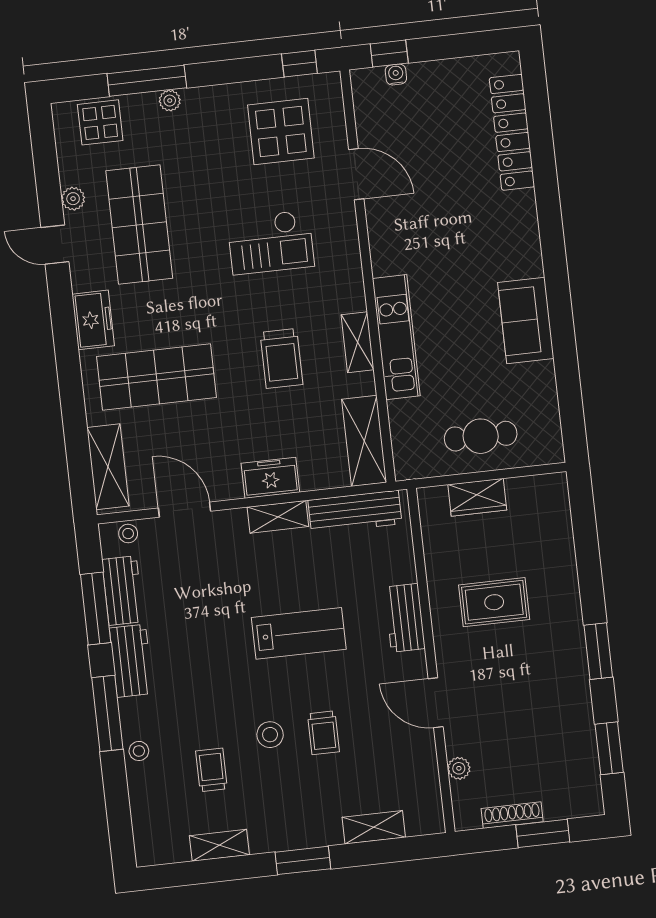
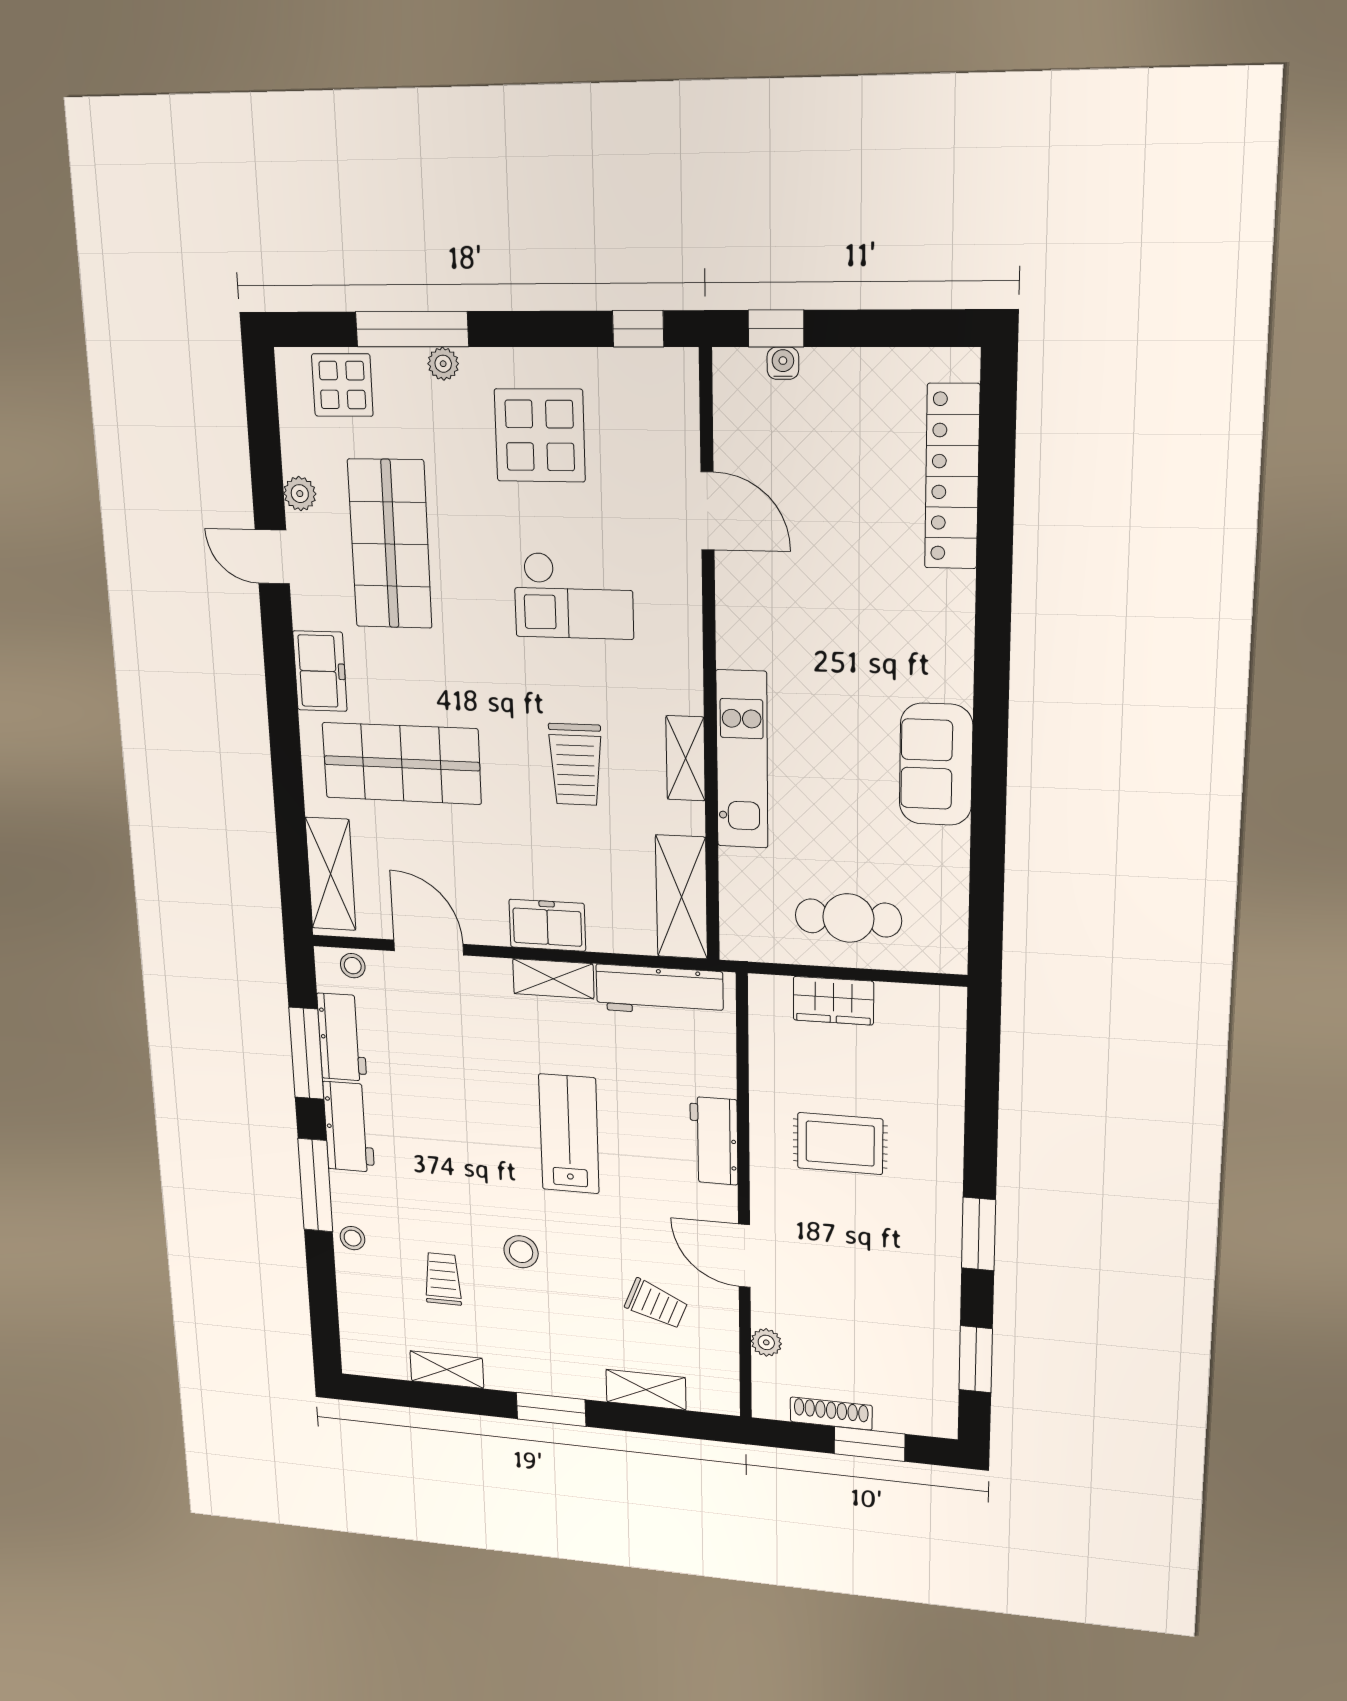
display table: (281, 131) -> (540, 435), moved
lab bench: (299, 633) -> (569, 1134), turned -90
trolley: (324, 733) -> (656, 1304), moved, turned -68

